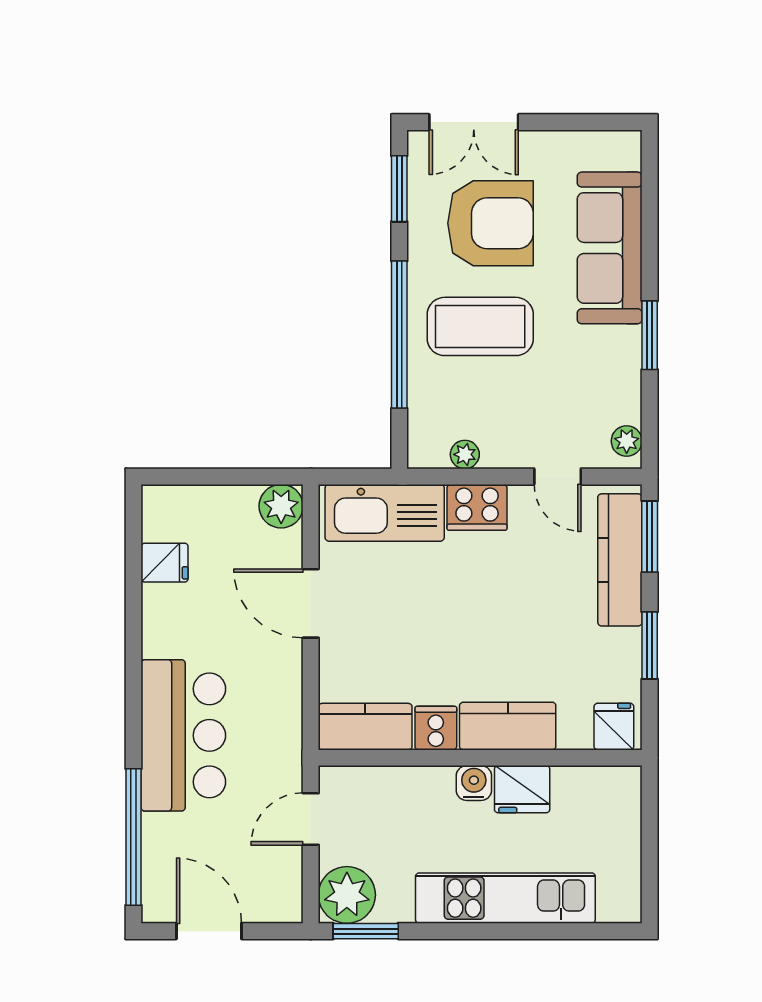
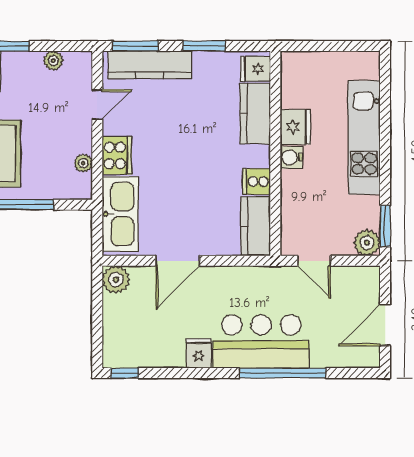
plant: (627, 441) -> (53, 61), moved
window: (133, 520) -> (125, 373), added
fridge: (165, 563) -> (199, 353), moved
kitchen counter: (508, 726) -> (255, 114), moved
window: (133, 837) -> (282, 373), moved
plant: (347, 895) -> (367, 243), width x0.73, depth x0.73

